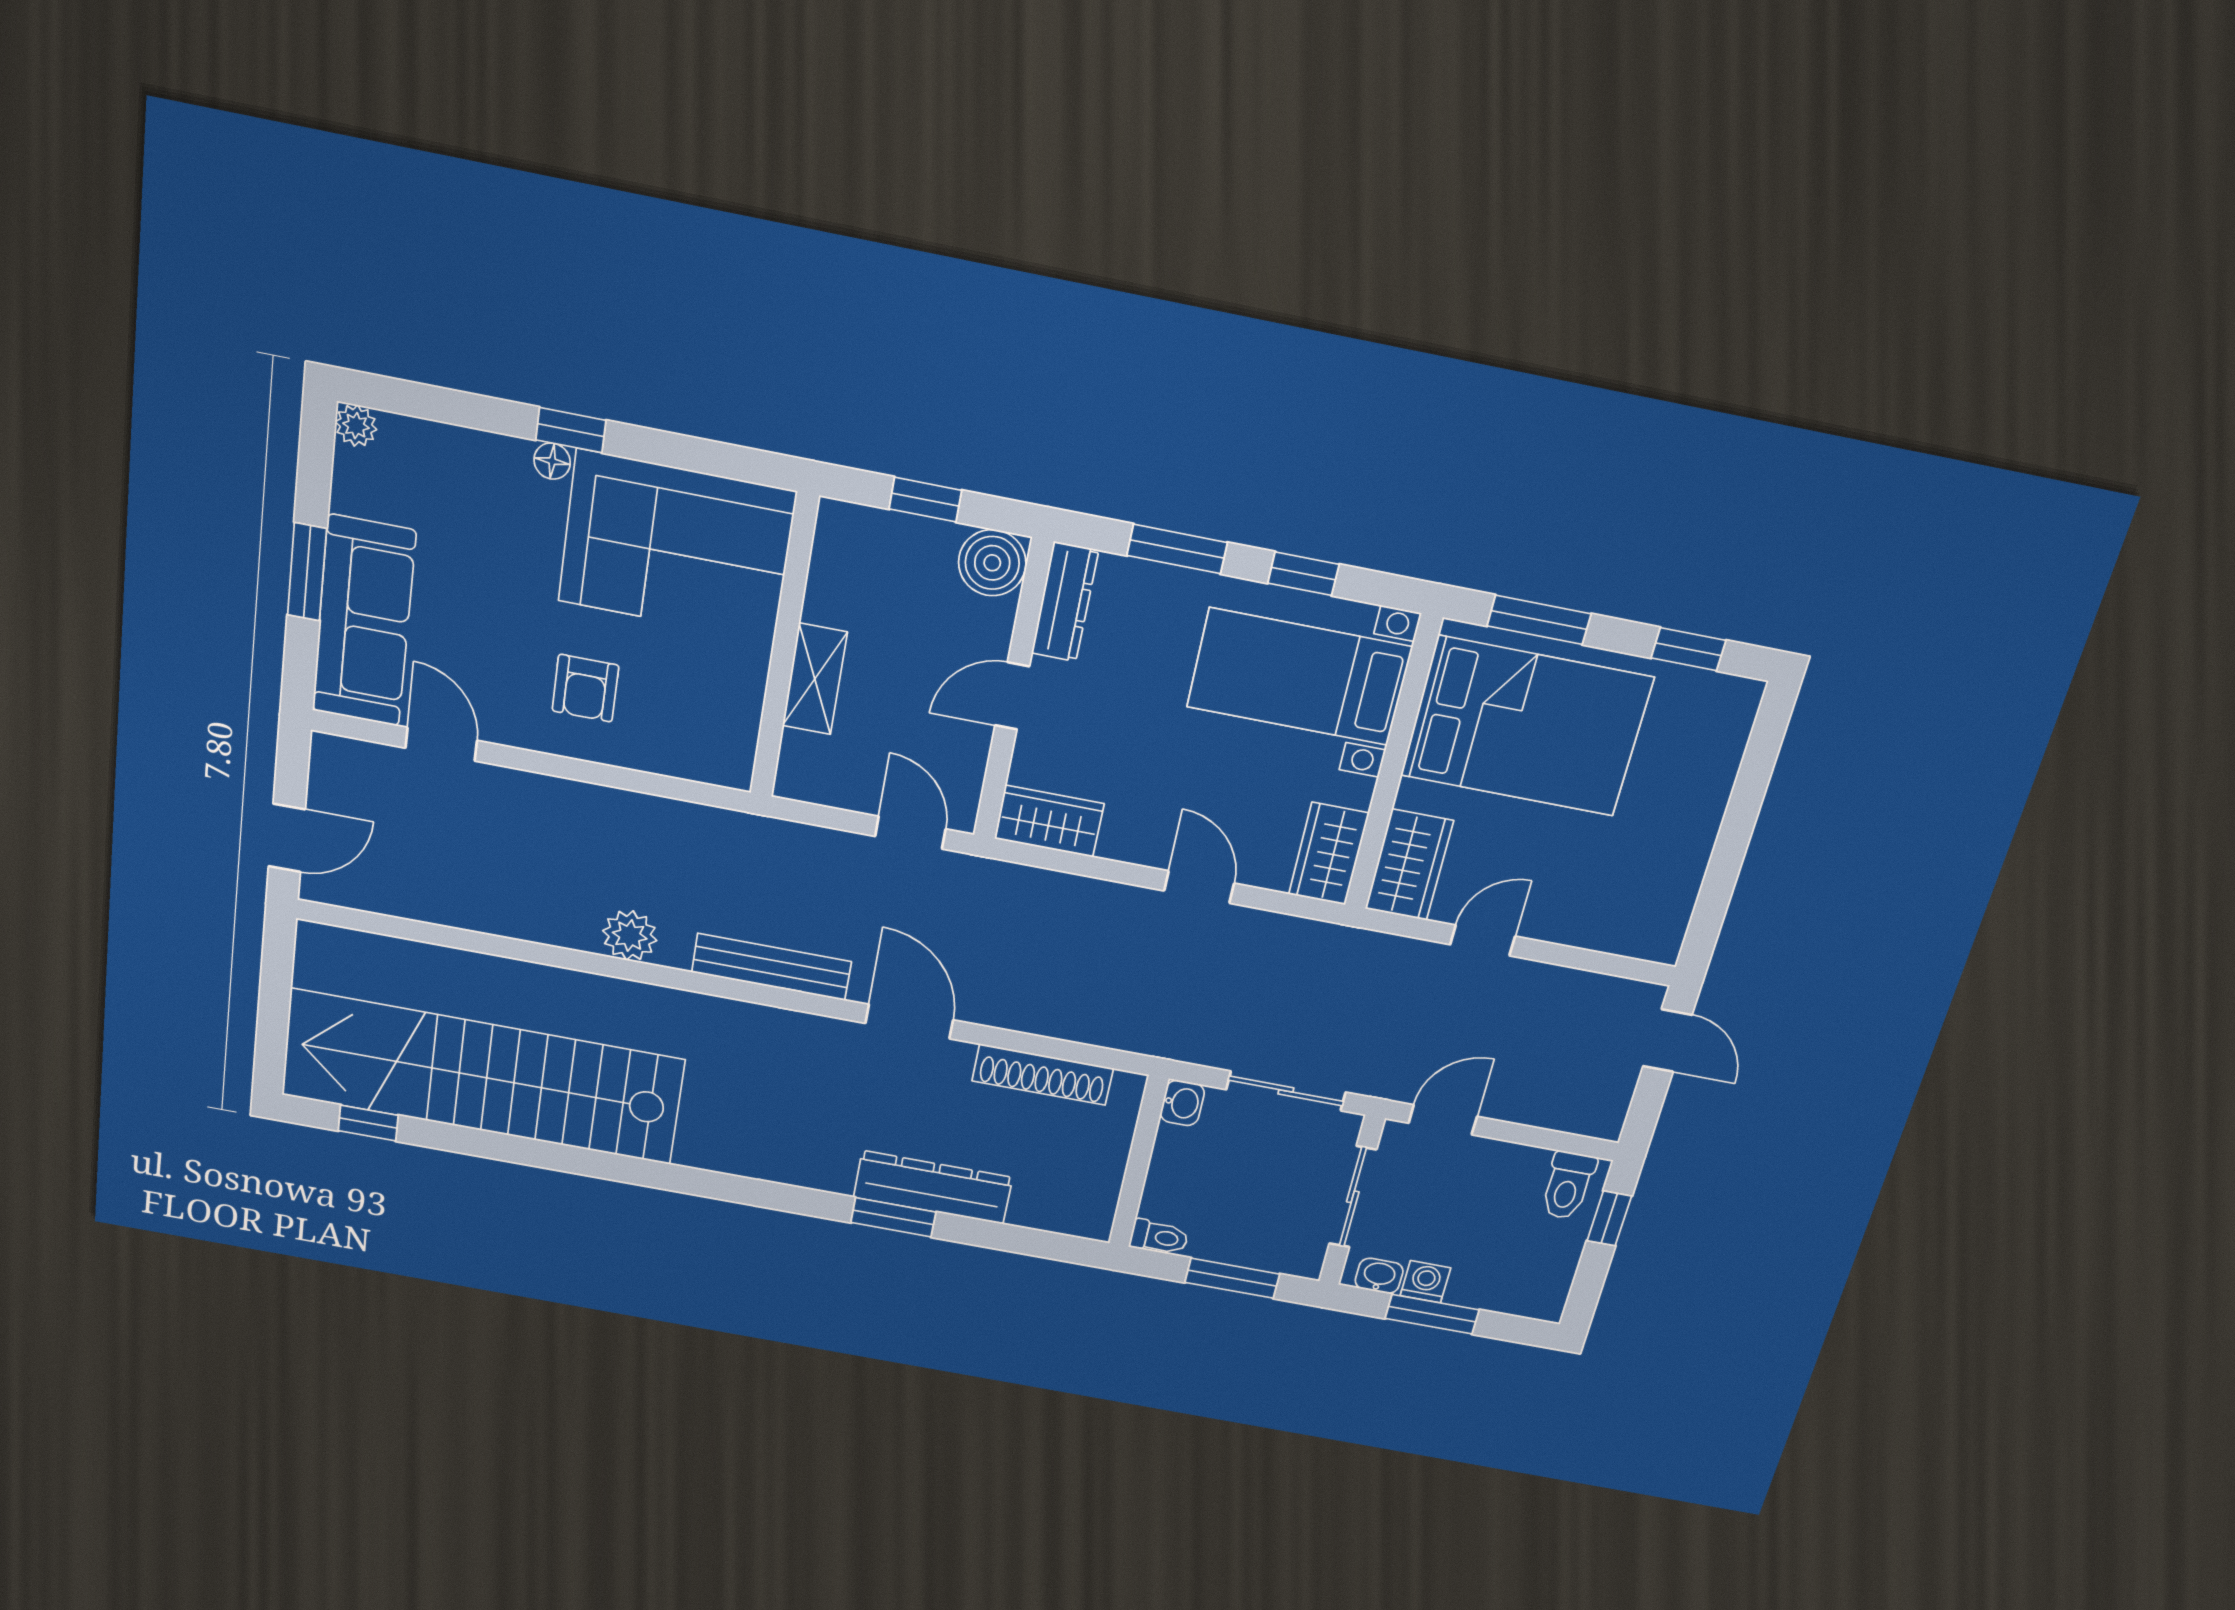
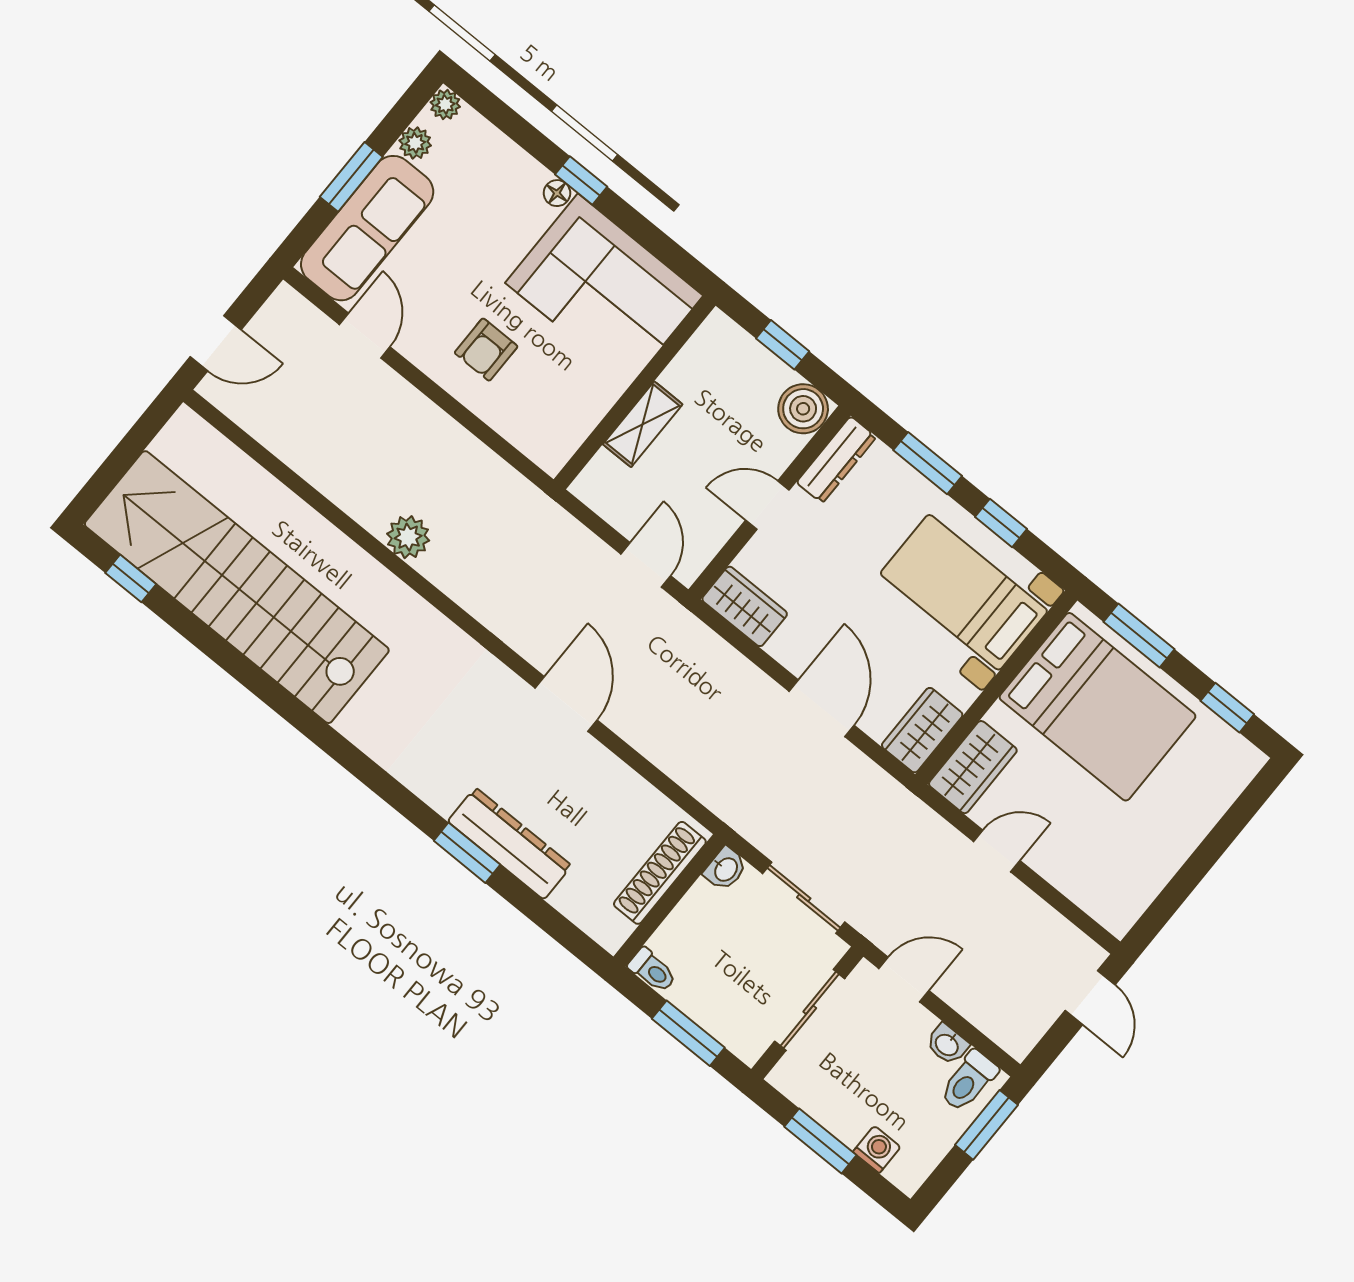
plant: (352, 492) -> (415, 143), added
door: (1199, 887) -> (822, 708), width x1.38
bench: (771, 967) -> (493, 612), removed
shoe rack: (1043, 1075) -> (660, 873), moved, turned 90
window: (1609, 1218) -> (986, 1125), width x1.50
washbasin: (1379, 1276) -> (947, 1044), moved, turned 180
washing machine: (1425, 1282) -> (877, 1149), moved

